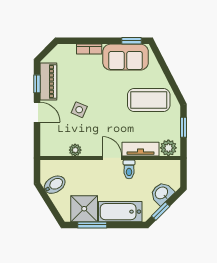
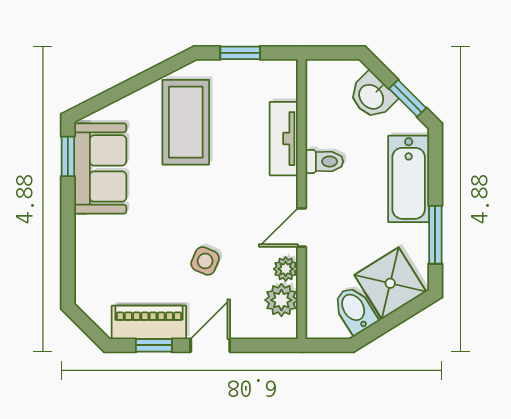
bookcase: (89, 49) -> (84, 241), removed
plant: (168, 148) -> (281, 300), moved
door: (112, 158) -> (302, 227), moved
shower: (84, 209) -> (390, 283), moved, turned -32

